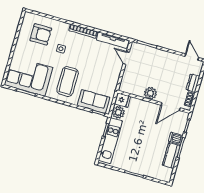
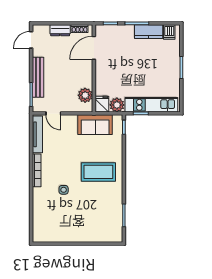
armchair: (41, 34) -> (54, 217), removed
bench: (159, 54) -> (38, 77), added
door: (126, 58) -> (53, 113), hinge flipped
corner sofa: (28, 76) -> (105, 218), removed
plant: (150, 93) -> (85, 95), moved
sofa: (93, 101) -> (95, 125), moved, turned -90
door: (171, 107) -> (94, 48), swing flipped
dishwasher: (176, 138) -> (169, 32), moved

